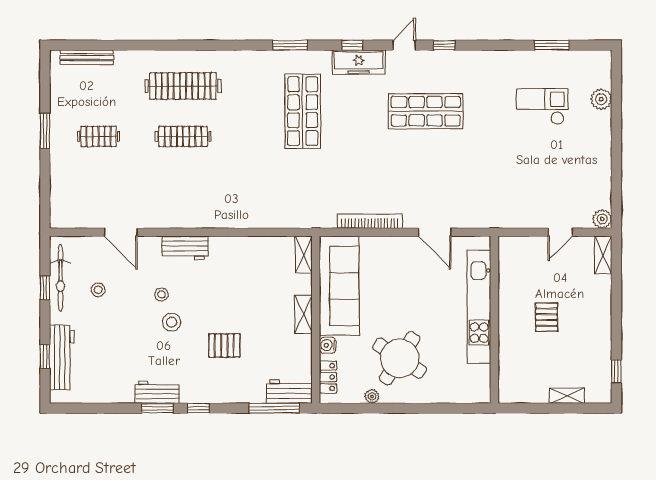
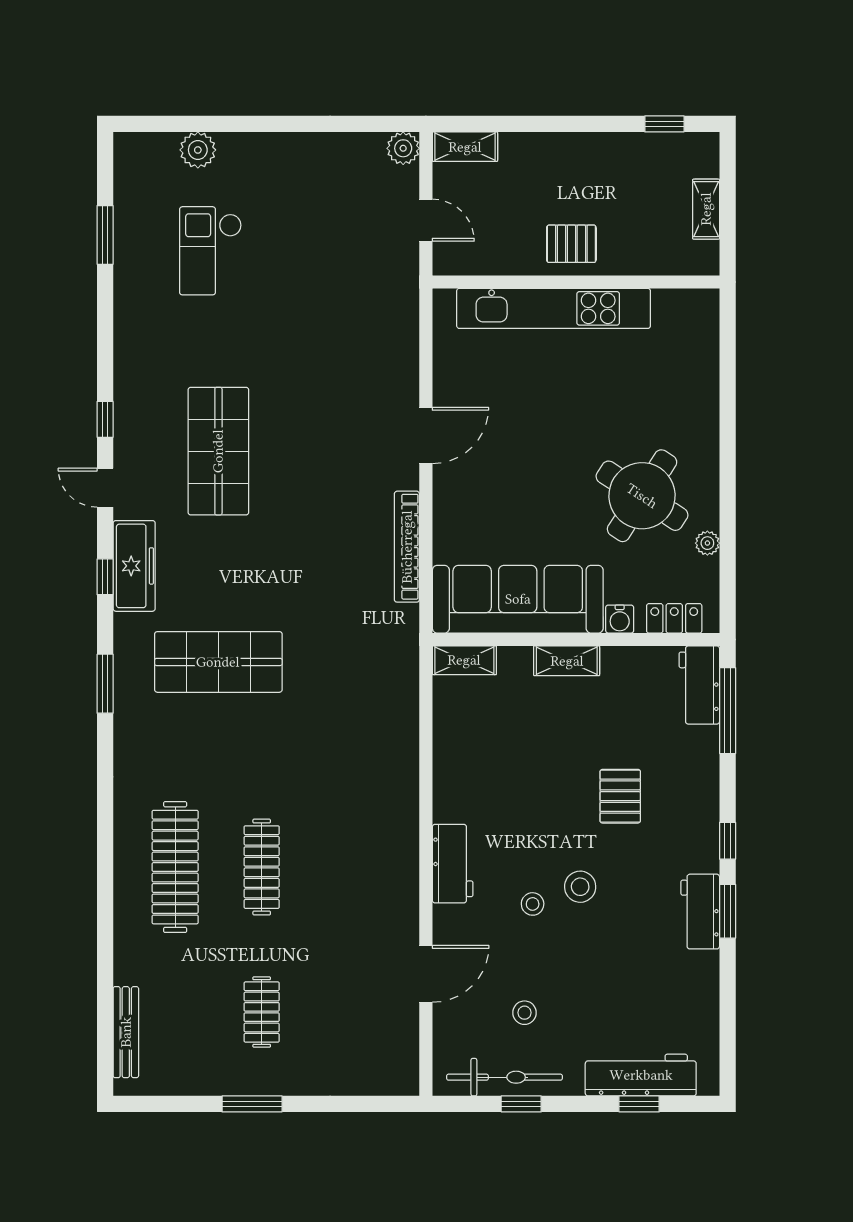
kitchen unit: (479, 307) -> (554, 308), moved
wall: (494, 320) -> (576, 282), moved

